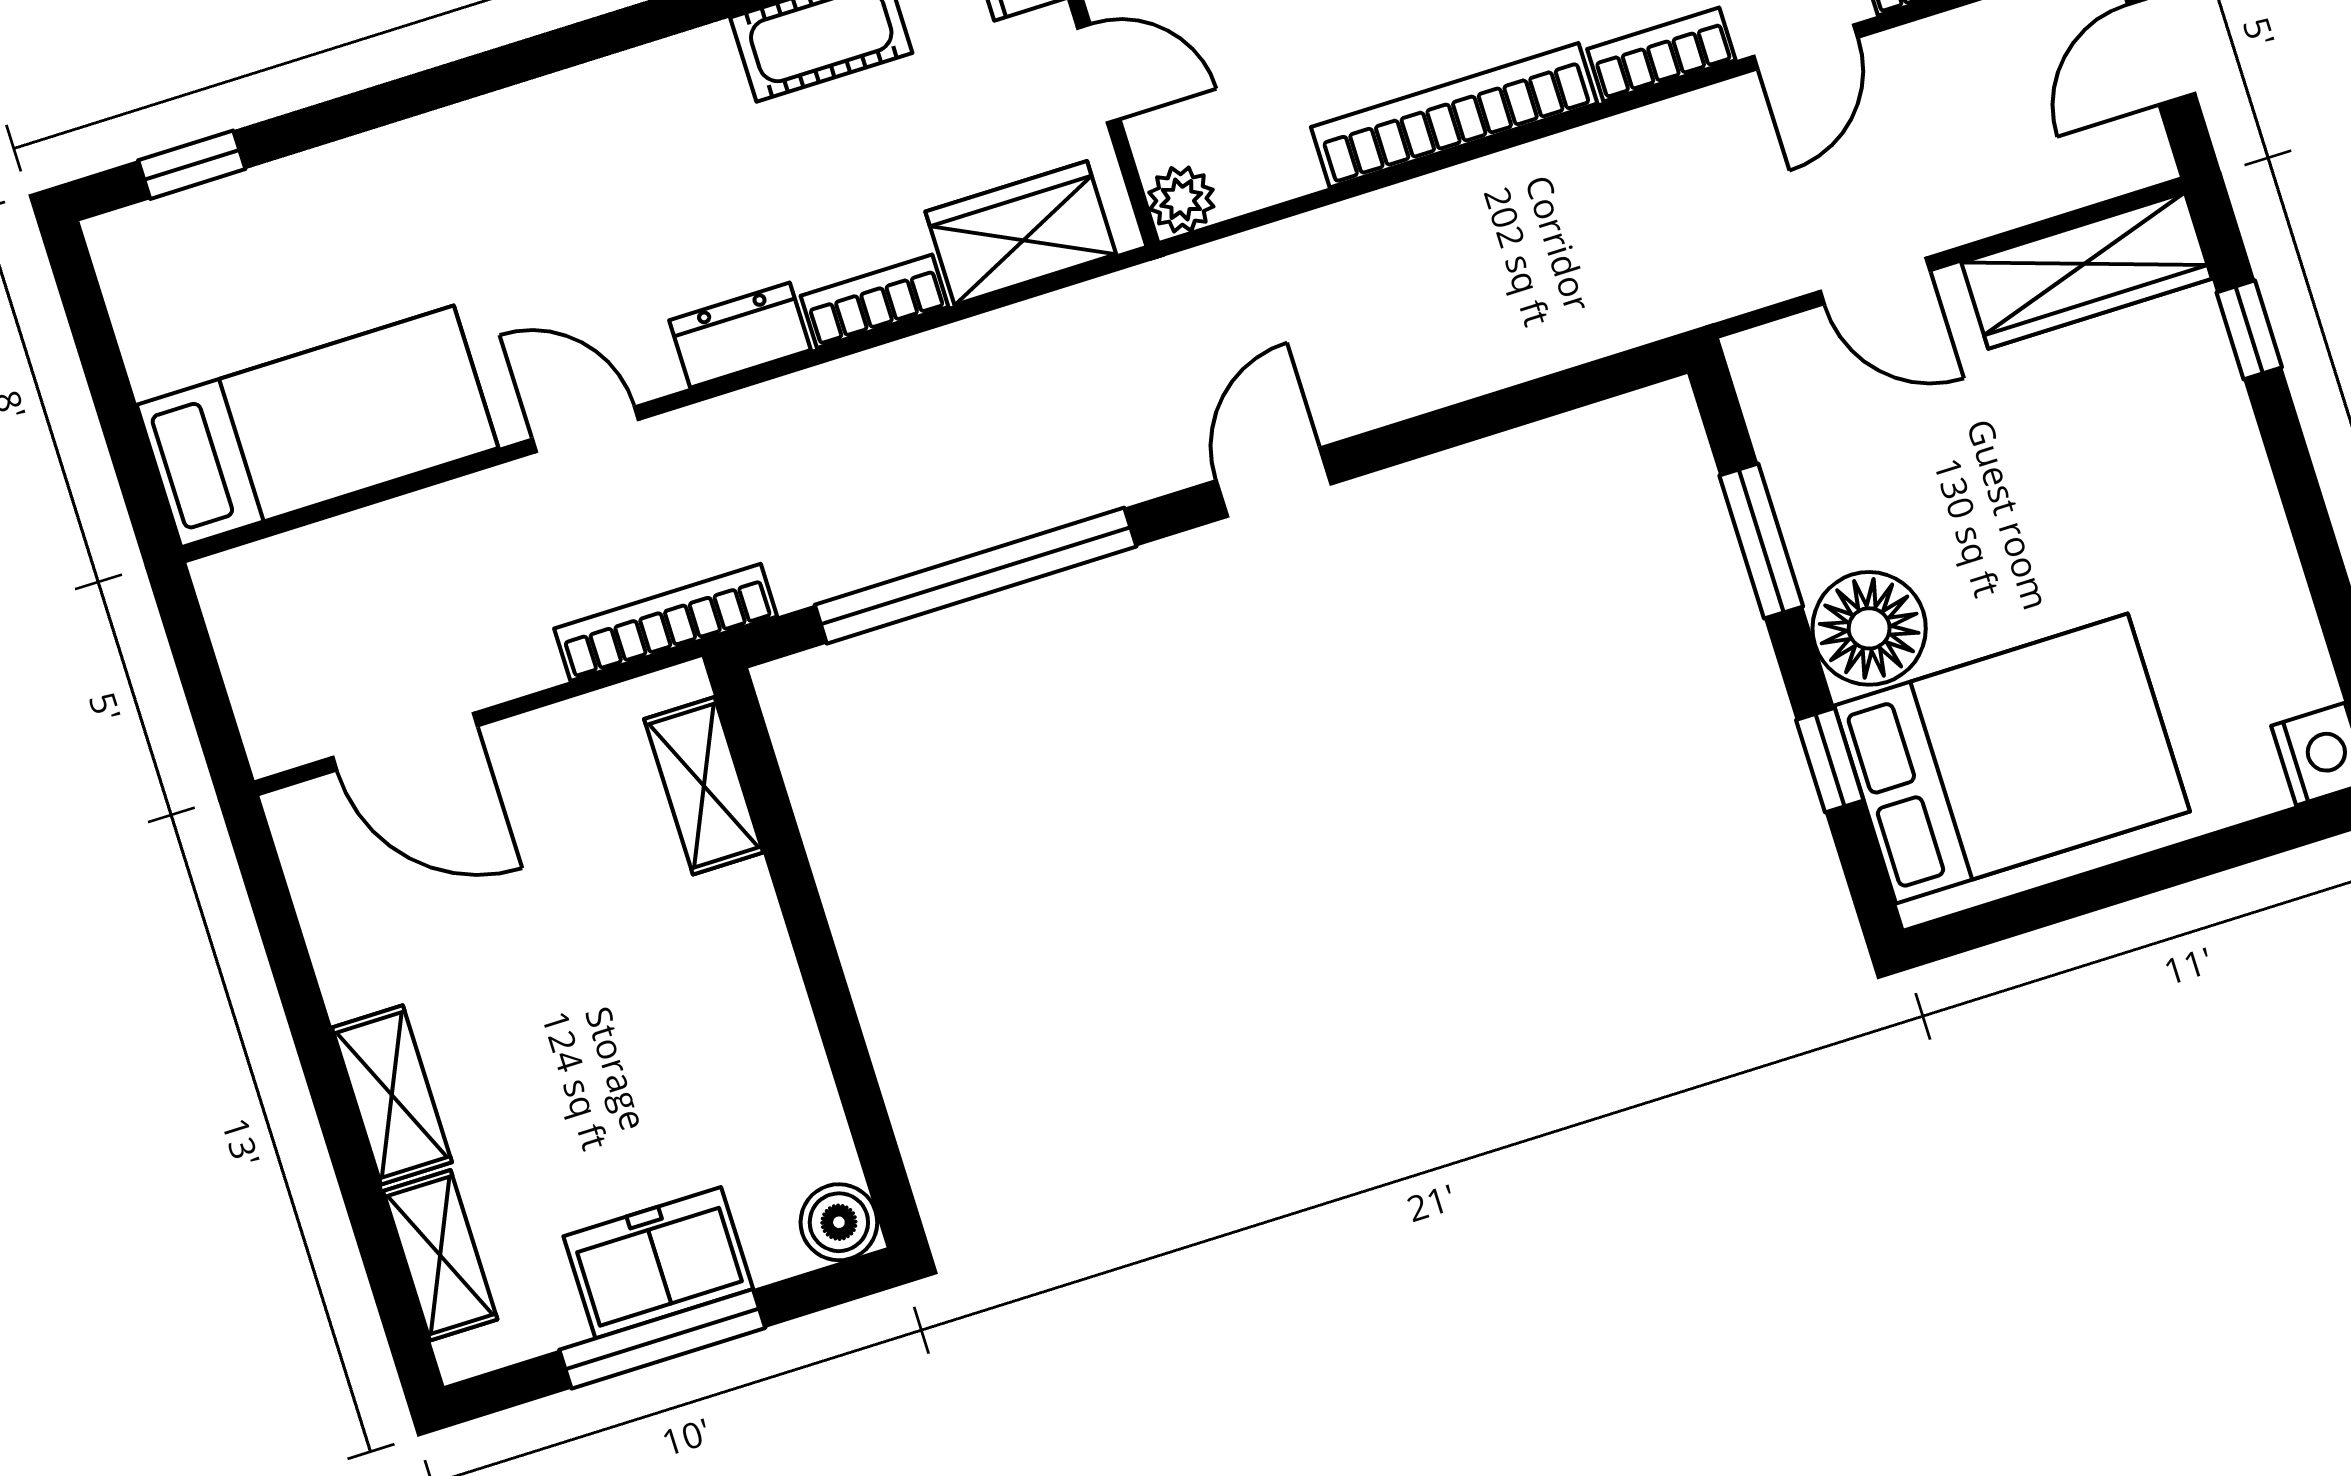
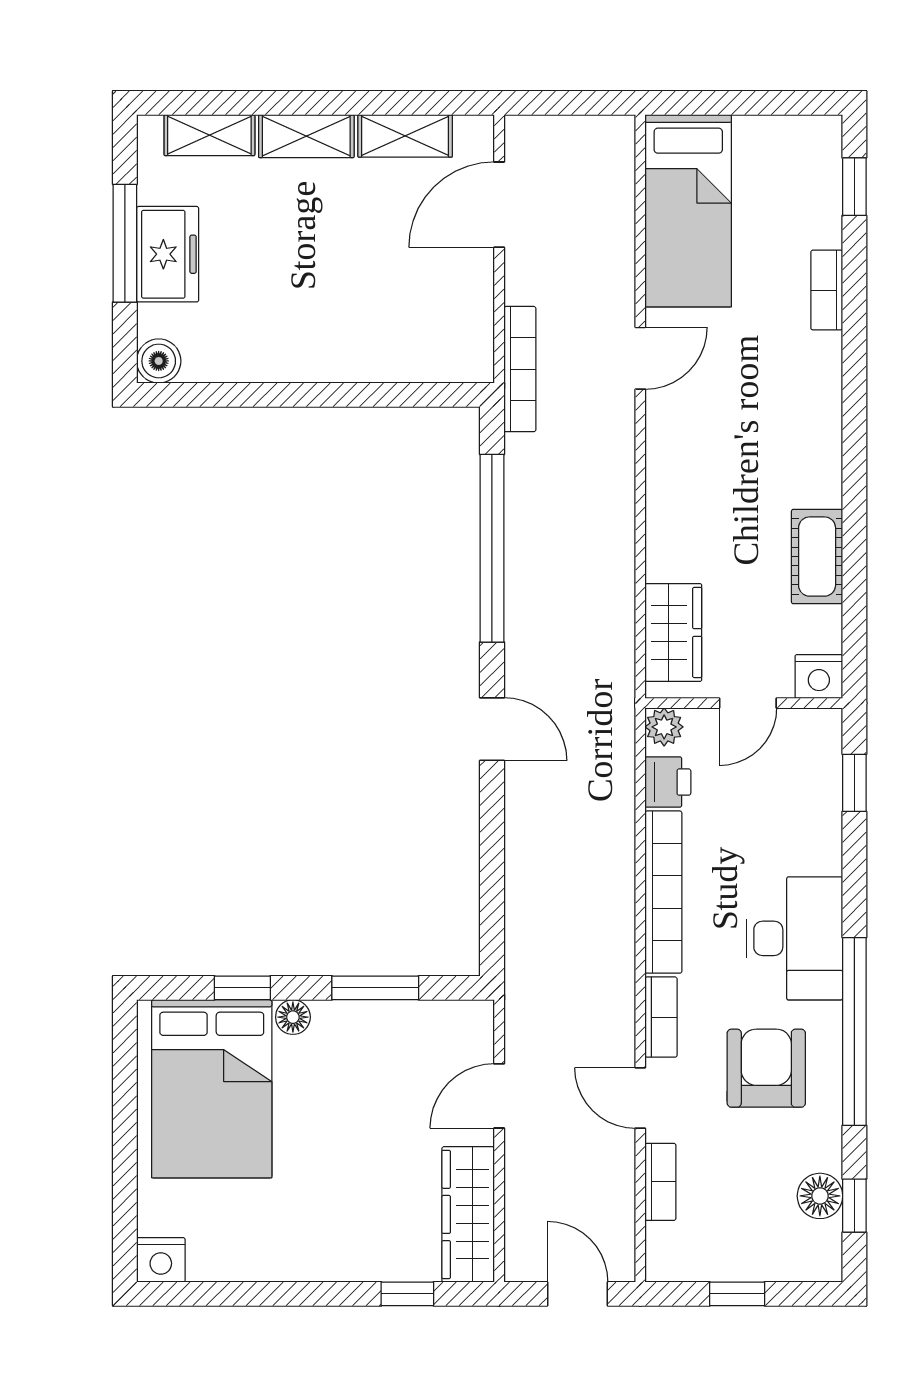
printer: (1270, 165) -> (668, 782), added
bookcase: (875, 301) -> (827, 290), moved, turned 180
dresser: (740, 335) -> (666, 460), removed
floor lamp: (1869, 628) -> (293, 1017), width x0.53, depth x0.53
shelving: (704, 786) -> (405, 136), moved

